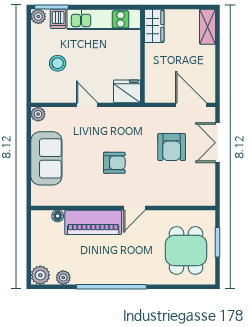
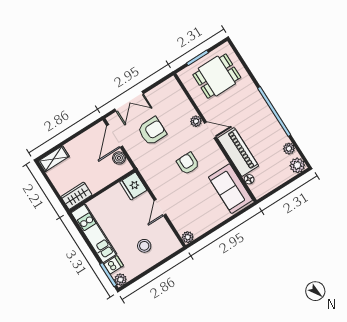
boiler: (165, 95) -> (119, 158), added
sofa: (46, 158) -> (230, 189), moved, turned -90
plant: (153, 199) -> (196, 121), added

